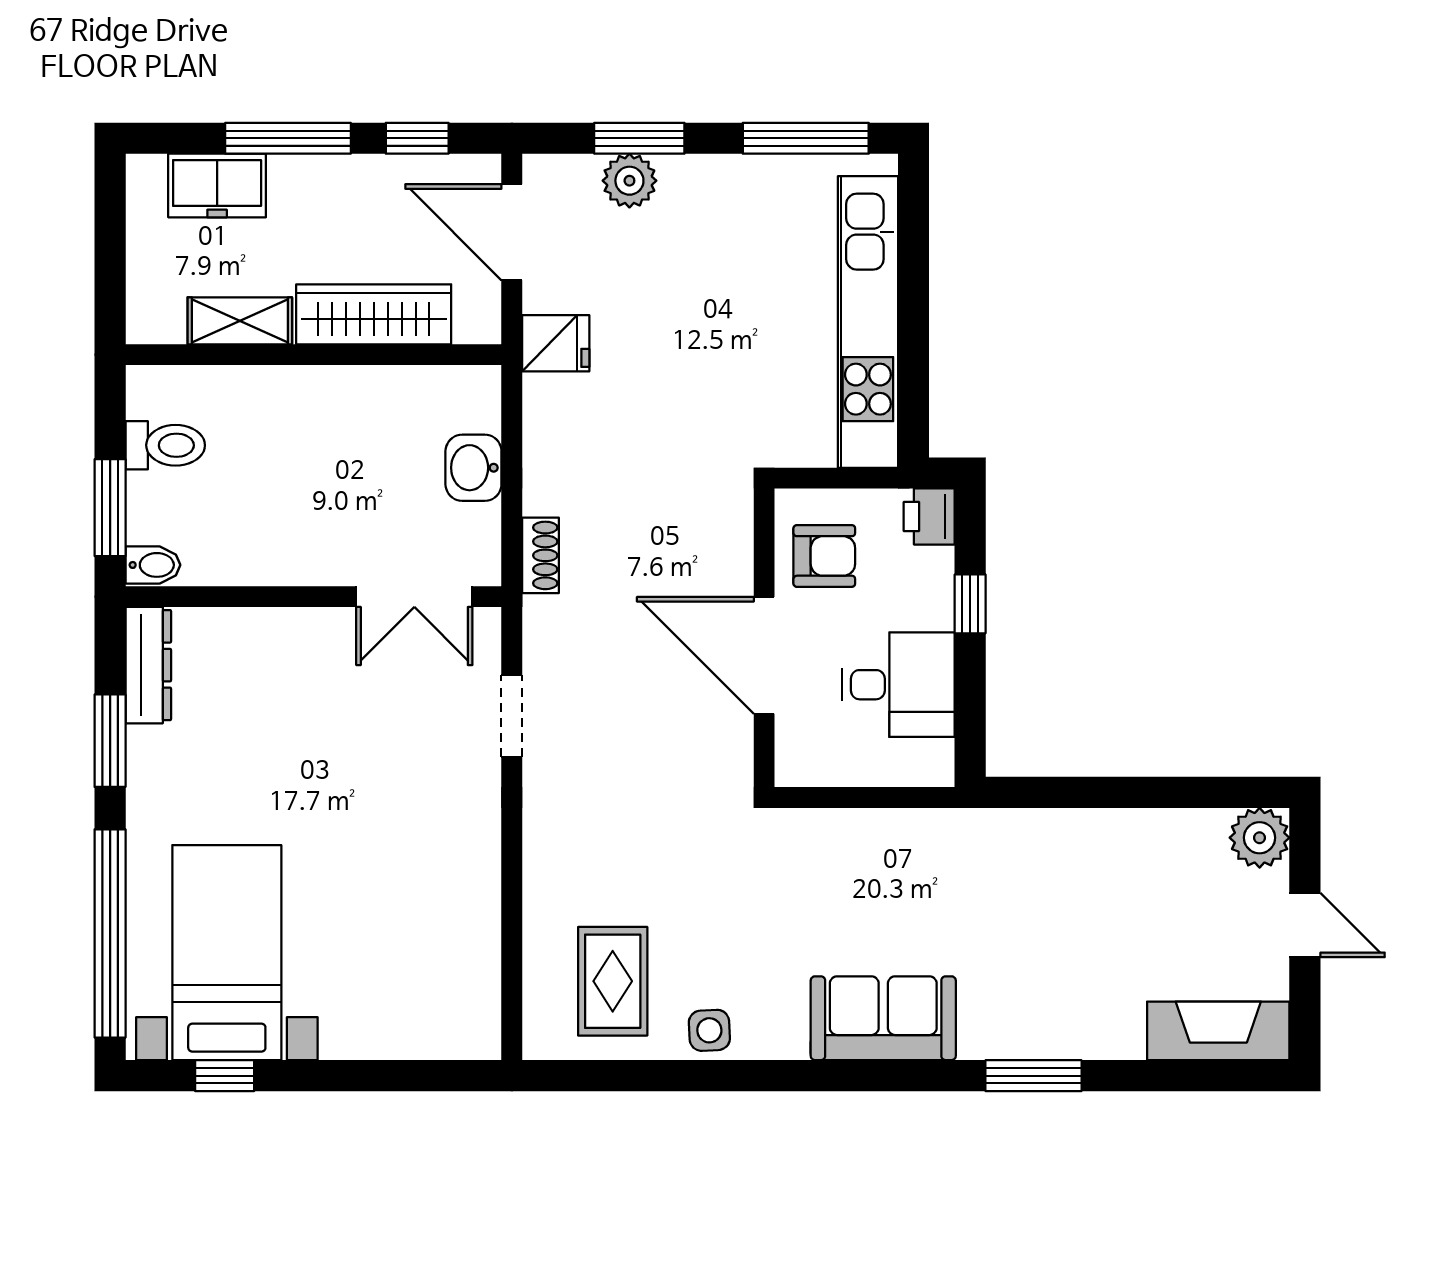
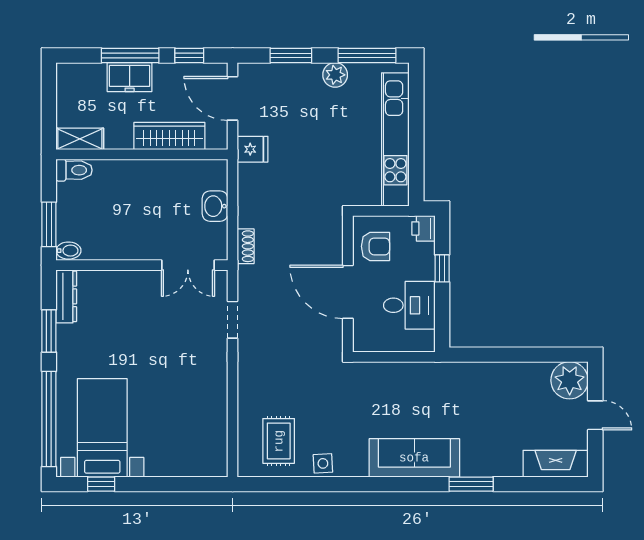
plant: (629, 181) -> (335, 75), moved
freezer: (217, 186) -> (130, 77), moved
shelving: (240, 321) -> (80, 139), moved
toilet: (165, 445) -> (74, 170), moved
plant: (1260, 838) -> (570, 380), width x1.36, depth x1.36
sofa: (883, 1018) -> (414, 458), width x1.36

